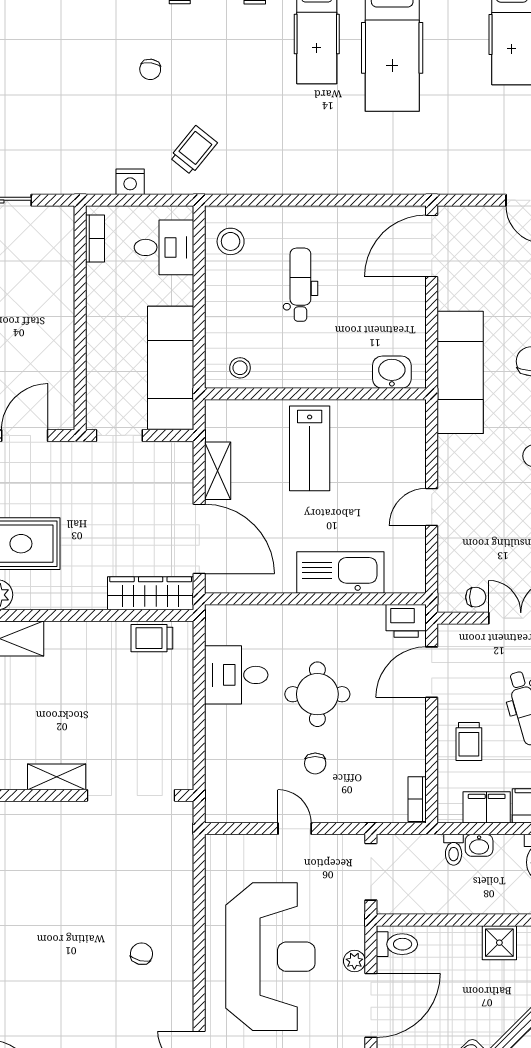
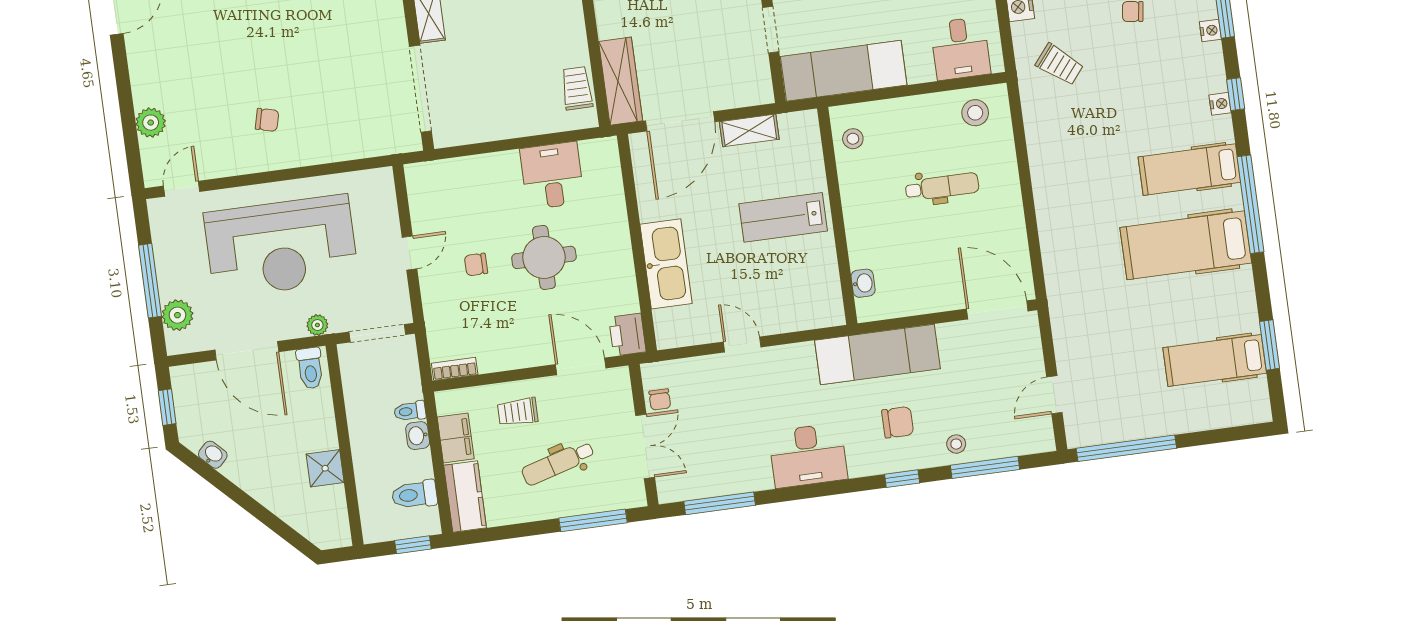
washbasin: (392, 372) -> (863, 283), width x0.72, depth x0.69
plant: (354, 961) -> (317, 325), moved

